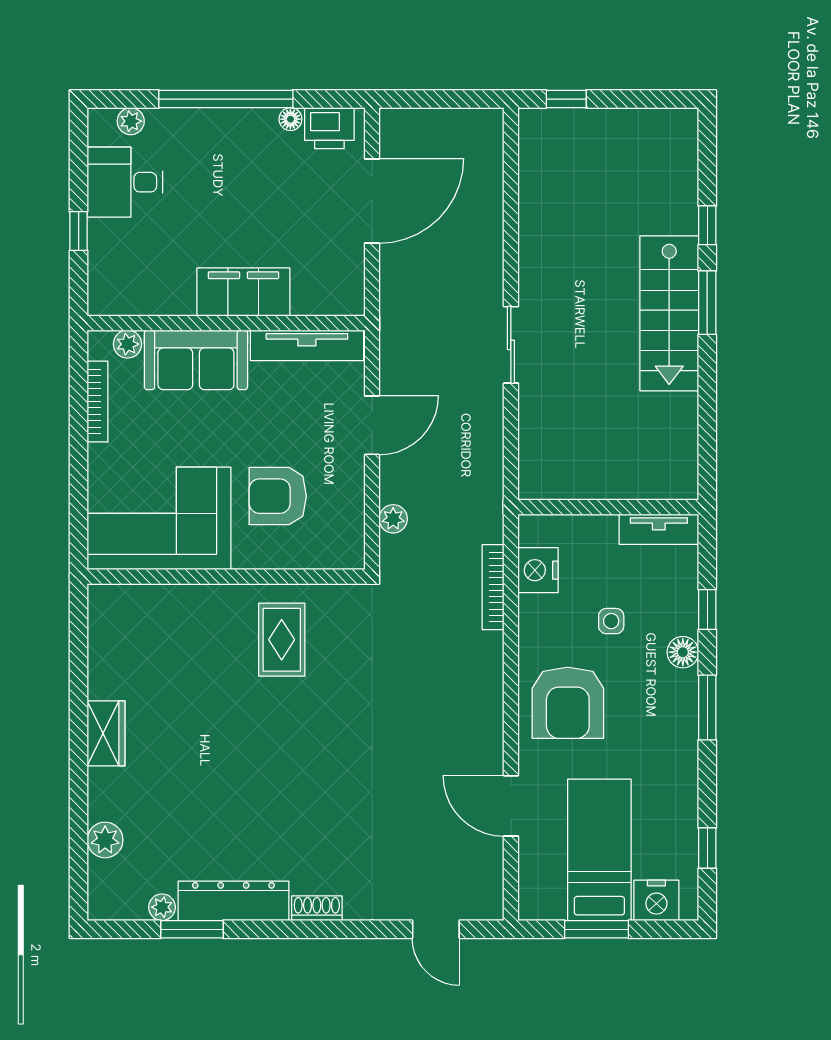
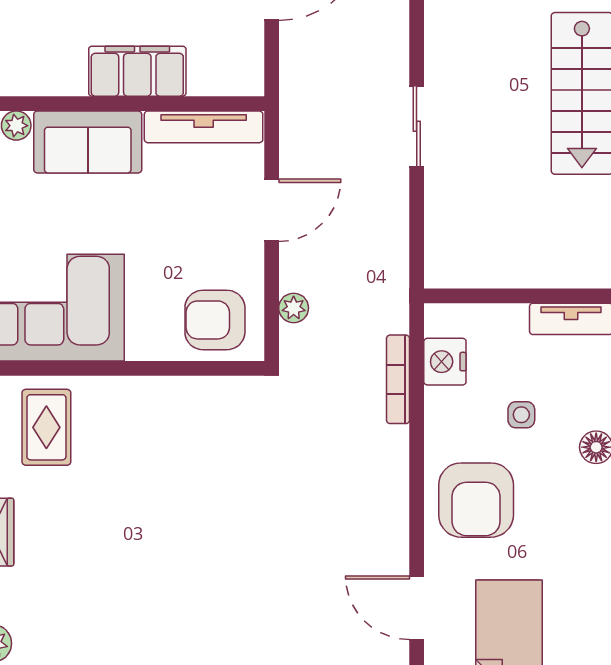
armchair: (278, 496) -> (215, 320), moved
rug: (282, 640) -> (46, 427), moved

